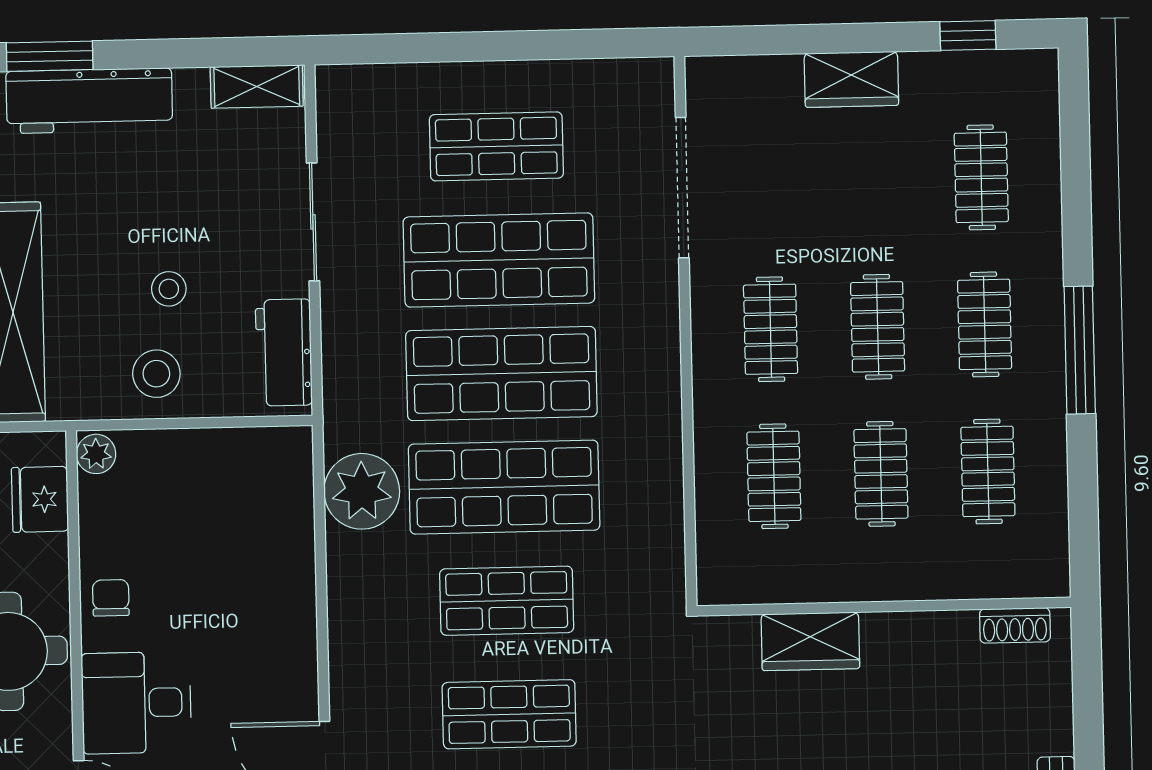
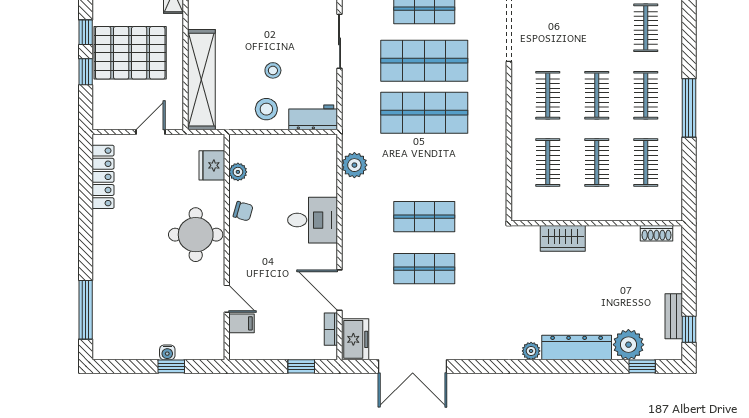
workbench: (284, 352) -> (313, 117), moved, turned 90
plant: (96, 454) -> (238, 172), moved
shop shelf: (504, 487) -> (424, 165), removed
plant: (362, 491) -> (354, 165), width x0.73, depth x0.73
chair: (111, 598) -> (243, 211), turned 106
desk: (136, 703) -> (313, 220), moved, turned 180

